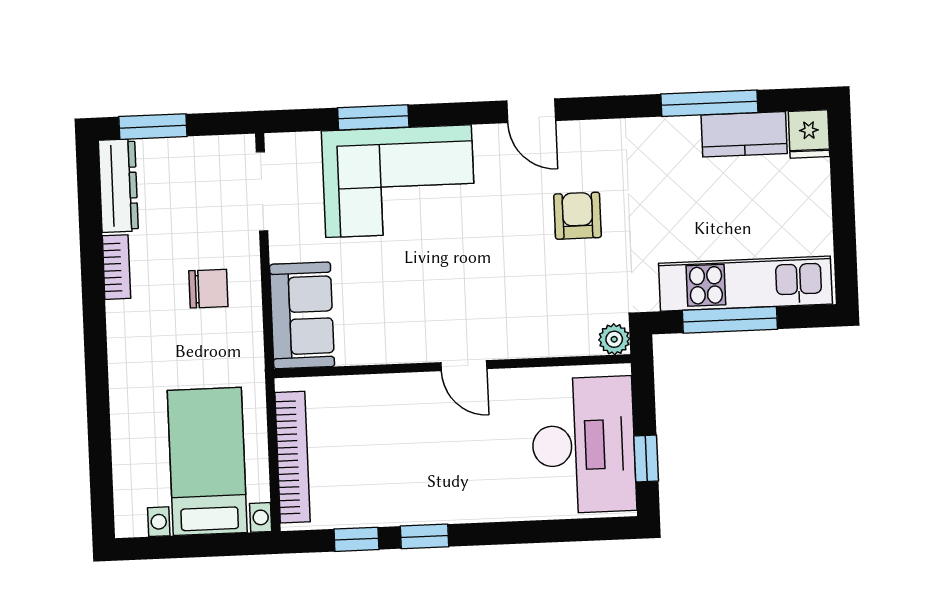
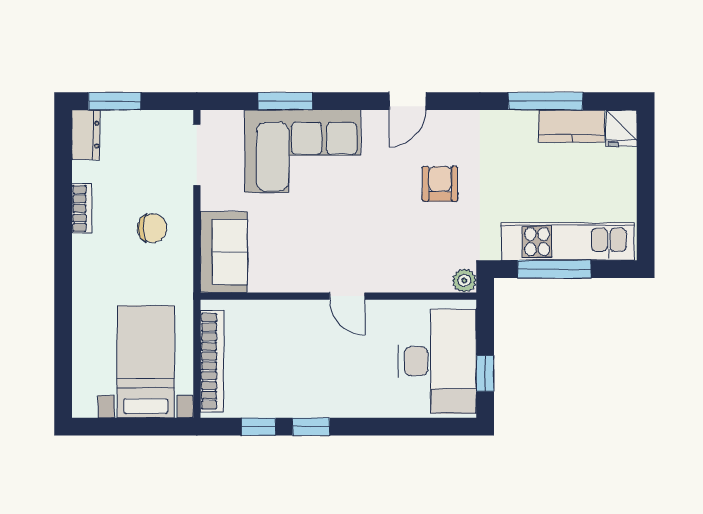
door: (531, 111) -> (408, 101), hinge flipped
dresser: (118, 186) -> (86, 135), width x0.70

